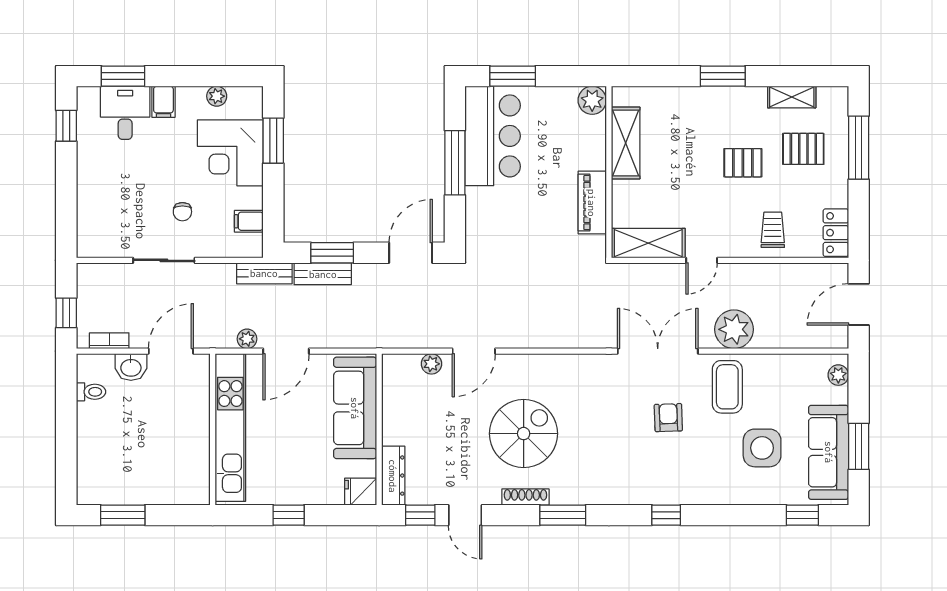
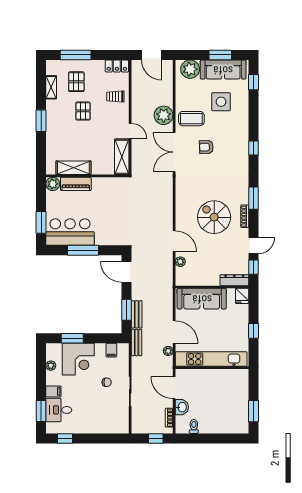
piano: (592, 203) -> (76, 184), moved
plant: (838, 375) -> (190, 69), width x1.87, depth x1.87

